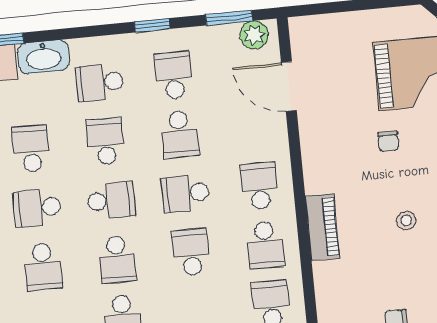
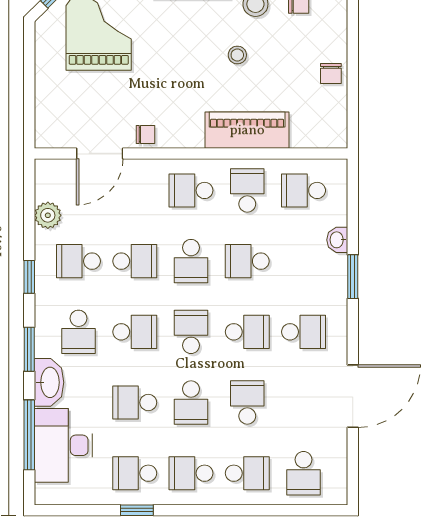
window: (229, 18) -> (29, 349), moved
plant: (254, 35) -> (48, 215), moved
school desk: (105, 141) -> (135, 332), turned 180
chair: (388, 141) -> (146, 135), moved
piano: (323, 227) -> (247, 130), width x1.37, depth x1.33
school desk: (265, 245) -> (247, 190), turned -90
school desk: (43, 267) -> (247, 403), turned -90

